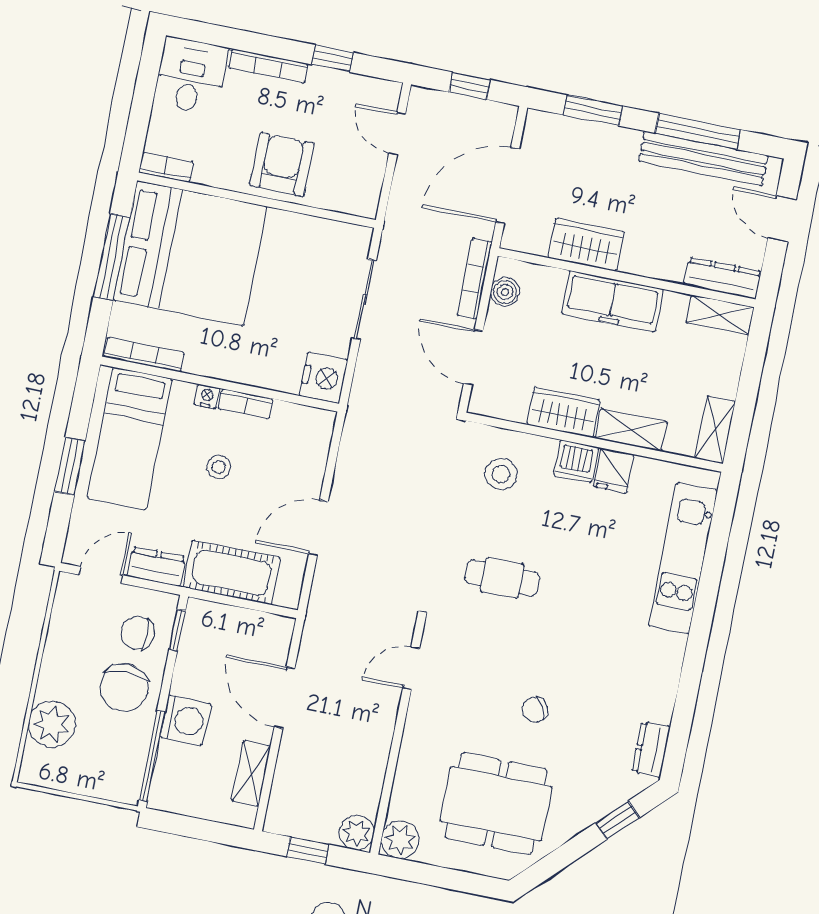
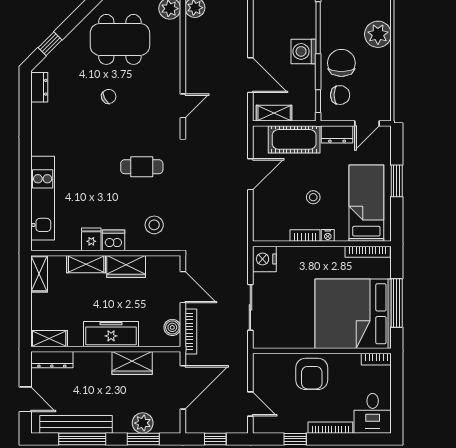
plant: (589, 138) -> (143, 423), added
shelving: (251, 774) -> (274, 113), moved, turned 90

